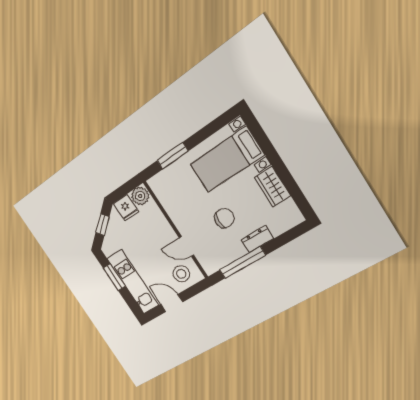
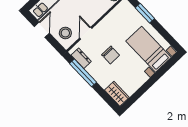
wardrobe: (272, 187) -> (117, 94), moved, turned 90
dresser: (257, 239) -> (81, 58), moved

